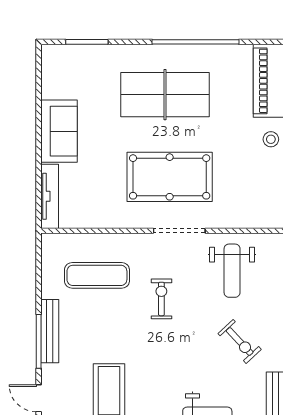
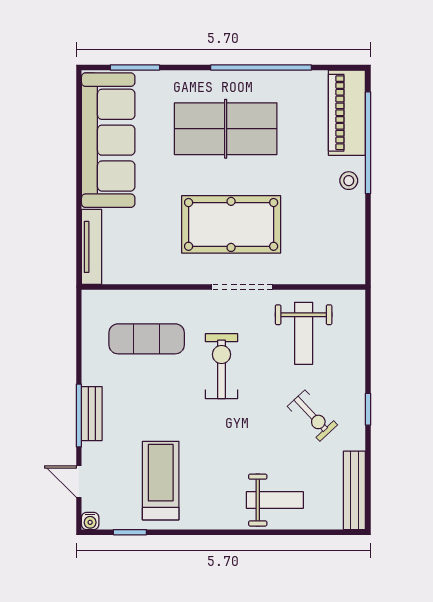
sofa: (59, 131) -> (108, 140), width x1.85, depth x1.27
exercise bike: (161, 299) -> (222, 366), width x1.38, depth x1.39
bench: (50, 331) -> (92, 414), width x0.73

